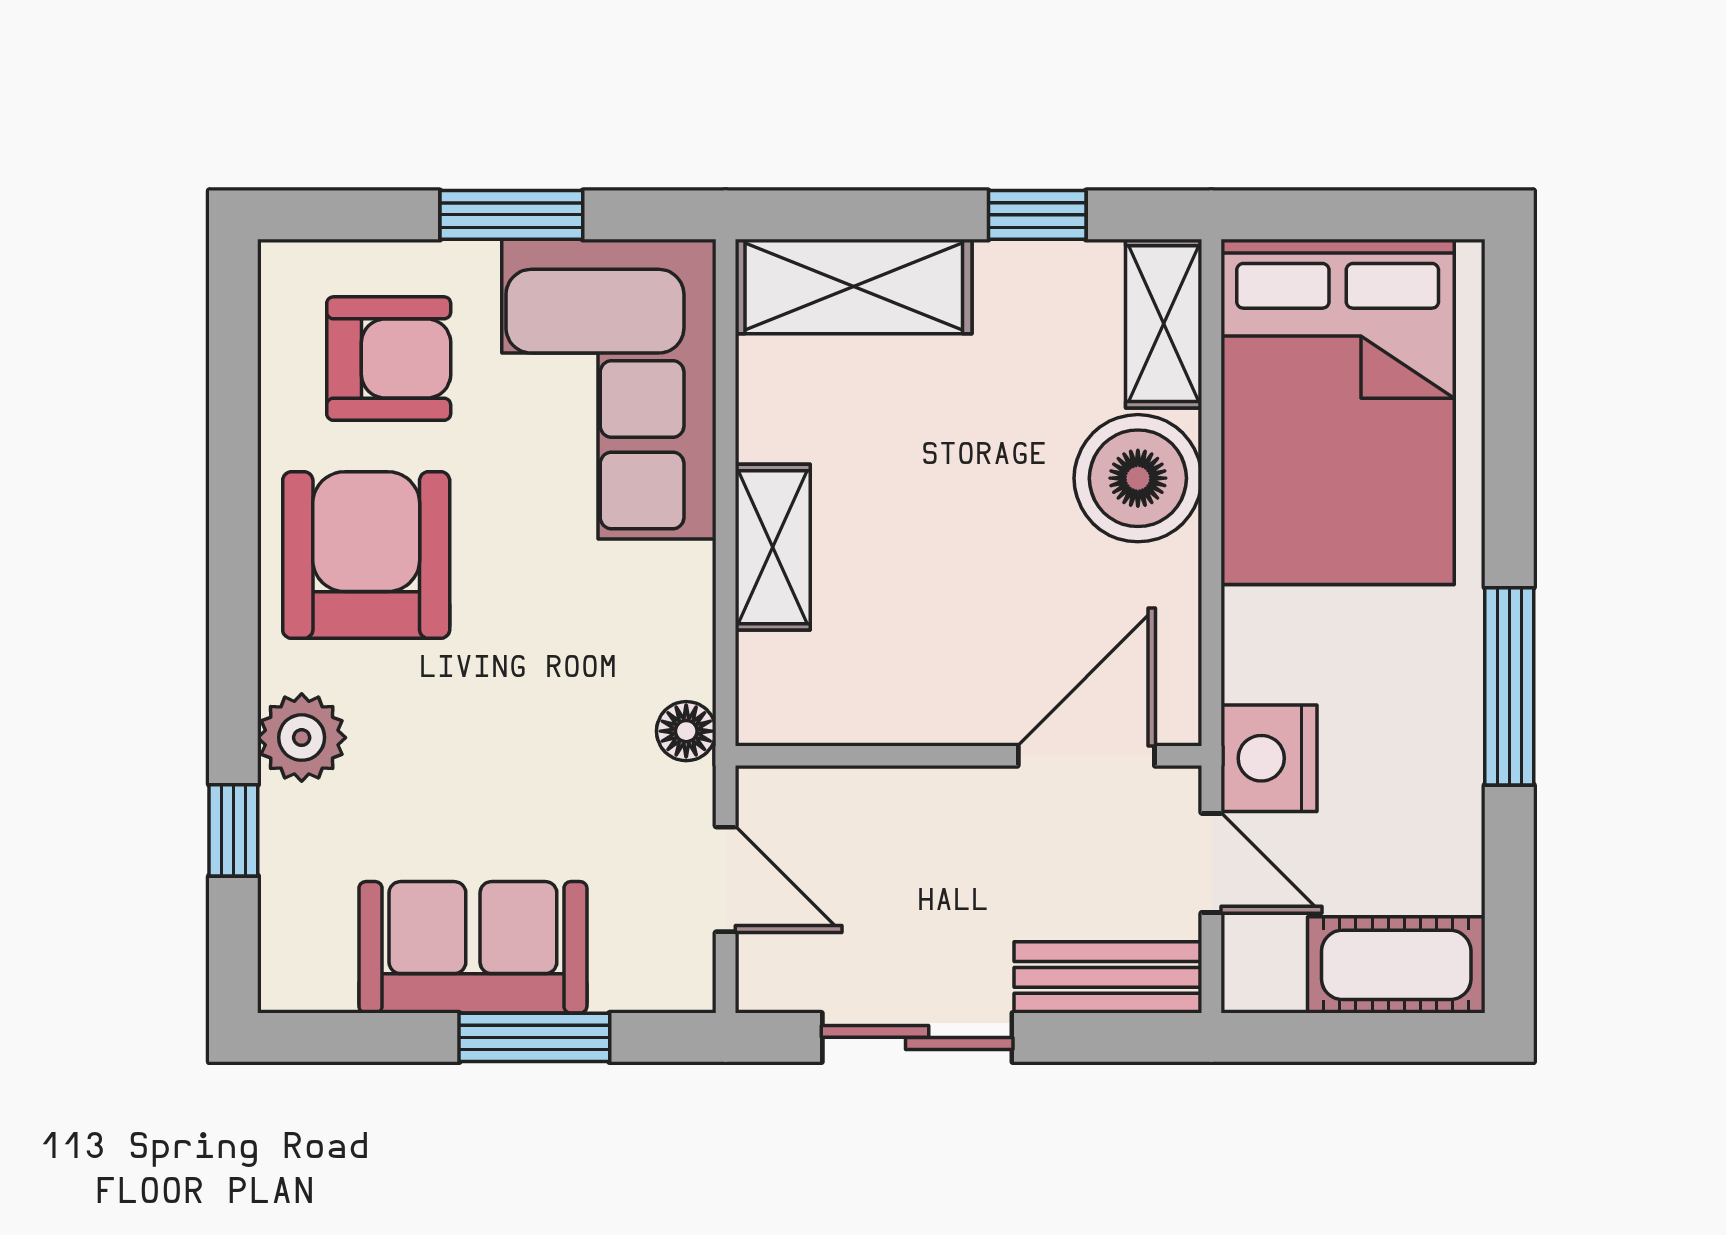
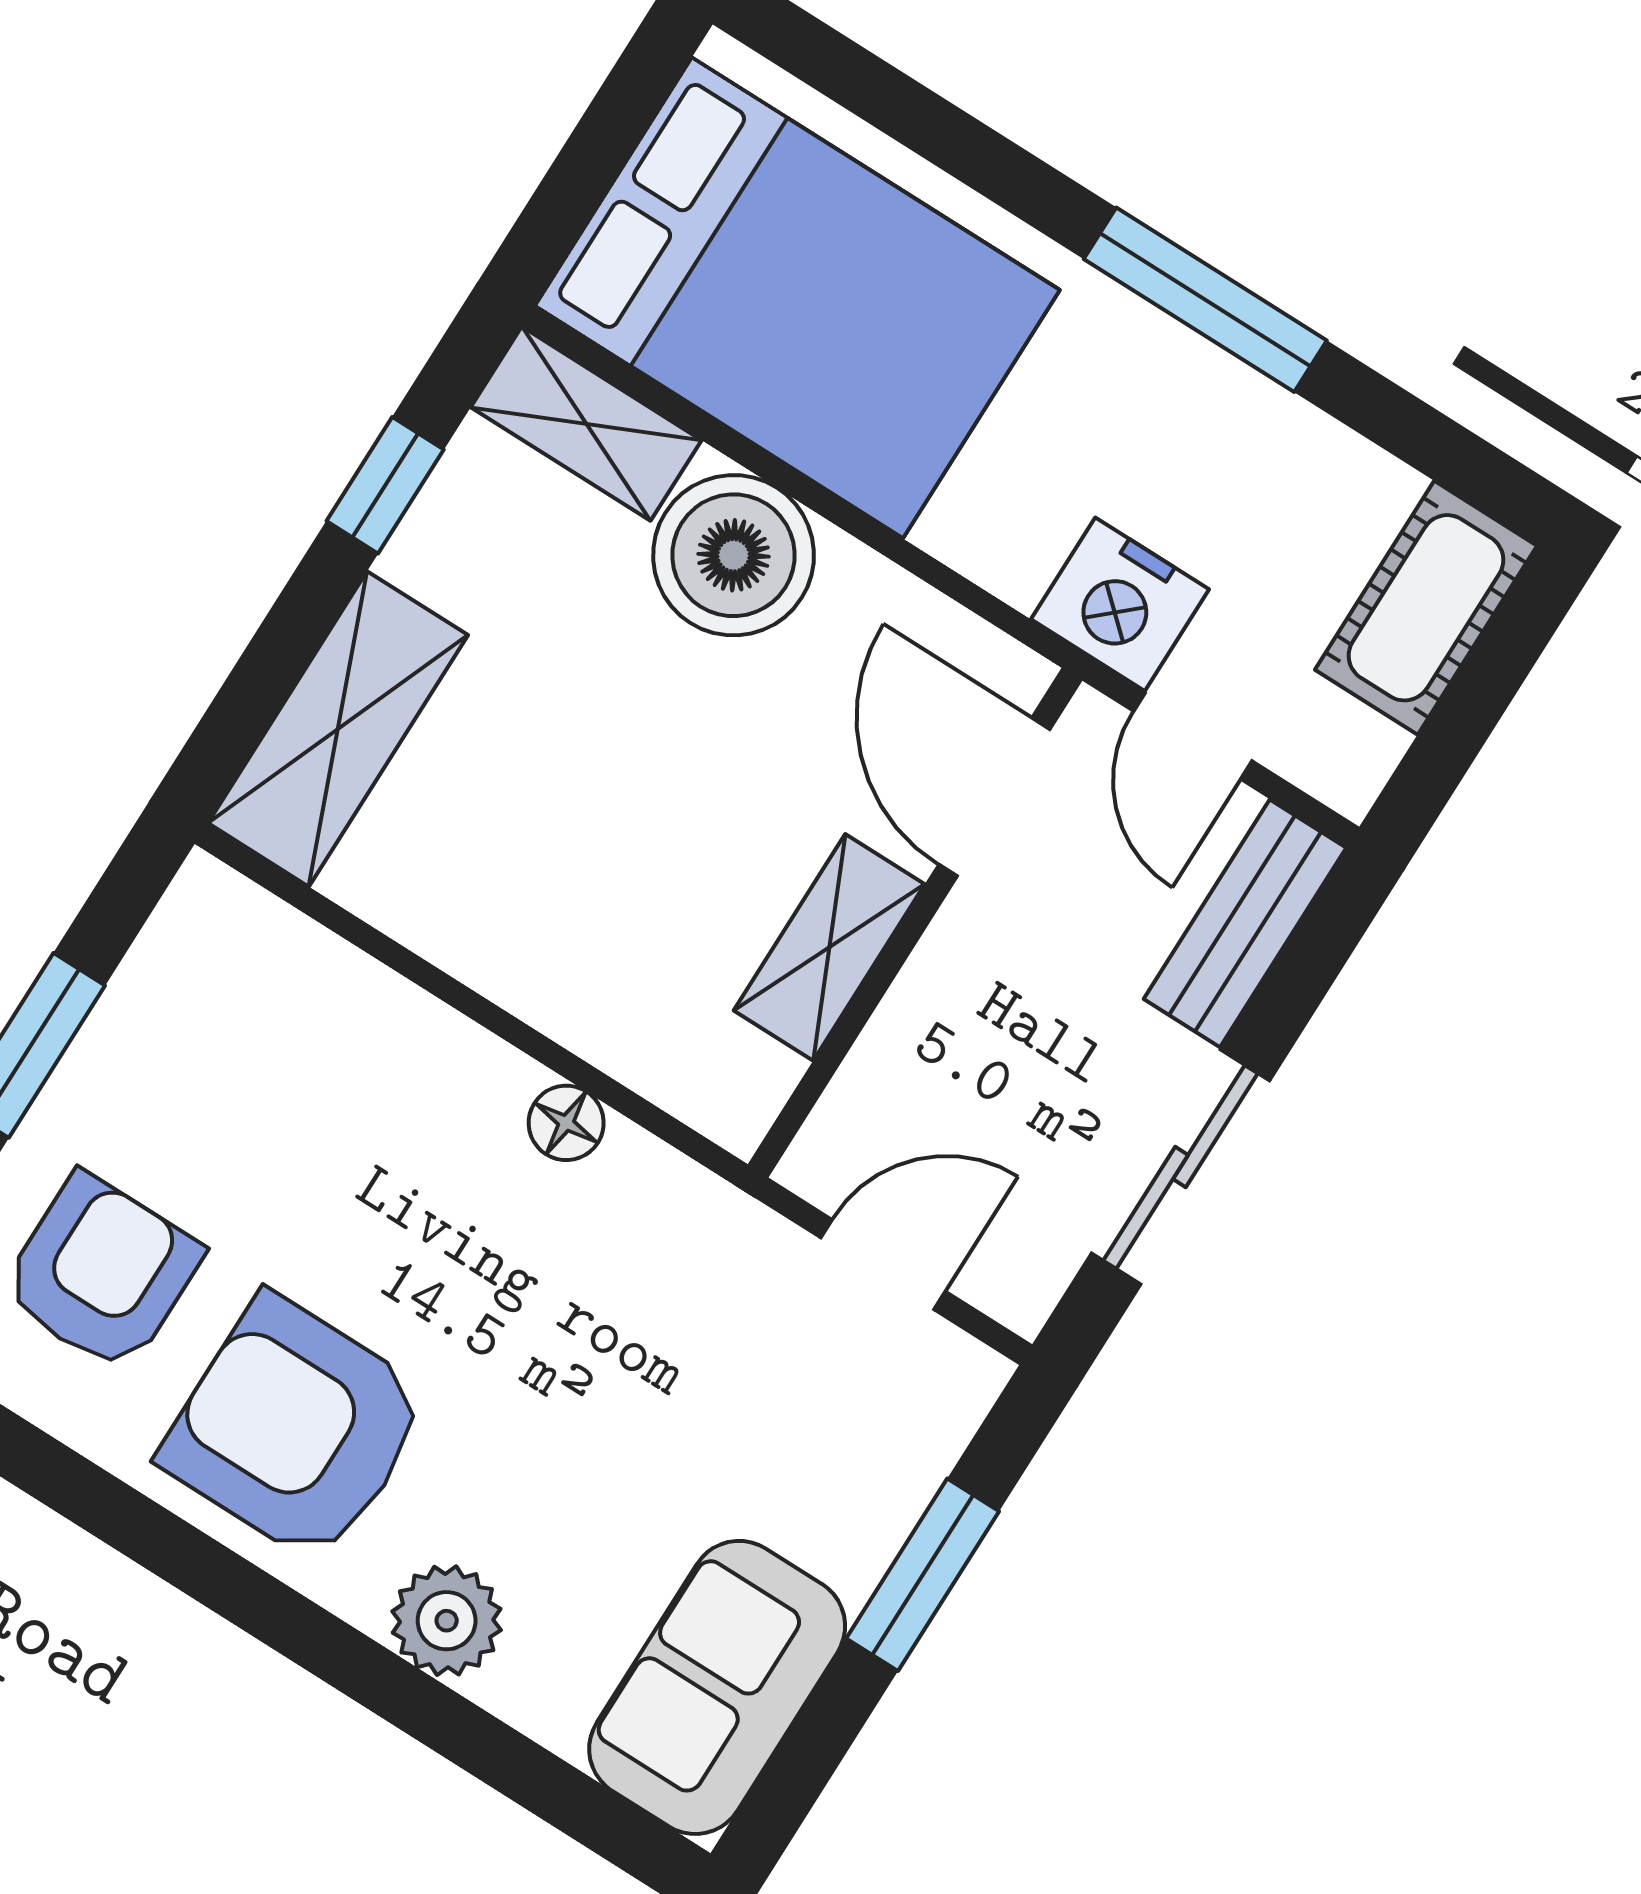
corner sofa: (609, 389) -> (282, 1059), removed
shelving: (773, 547) -> (829, 947), moved, turned 90
floor lamp: (686, 731) -> (566, 1123), moved
window: (233, 830) -> (499, 1756), removed
door: (1211, 863) -> (1193, 736), swing flipped
sofa: (473, 947) -> (717, 1687), moved

